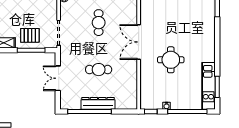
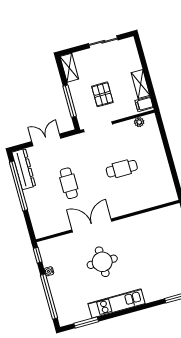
pallet: (30, 35) -> (102, 94), moved
double door: (139, 42) -> (92, 225), moved
kitchen unit: (208, 86) -> (116, 303), moved
dresser: (98, 103) -> (24, 169), moved

